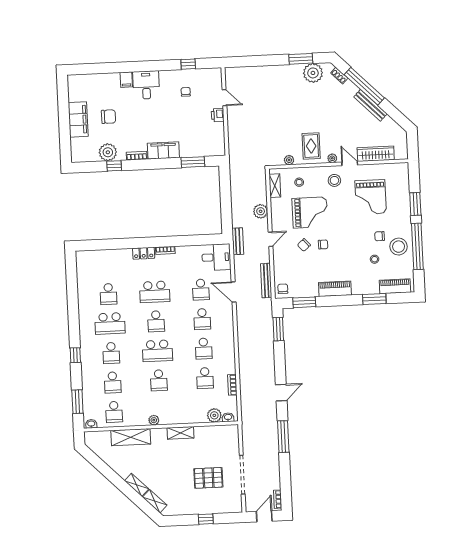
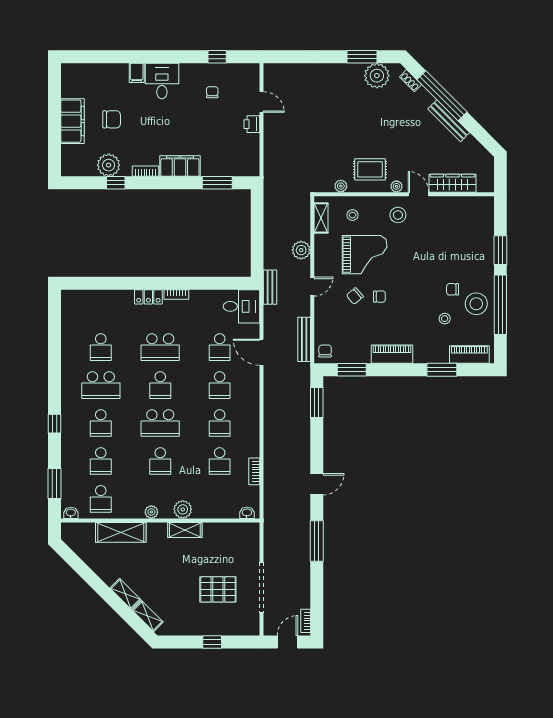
rug: (311, 146) -> (370, 169), turned 90
grand piano: (371, 197) -> (443, 239), removed
plant: (214, 415) -> (183, 509), moved

